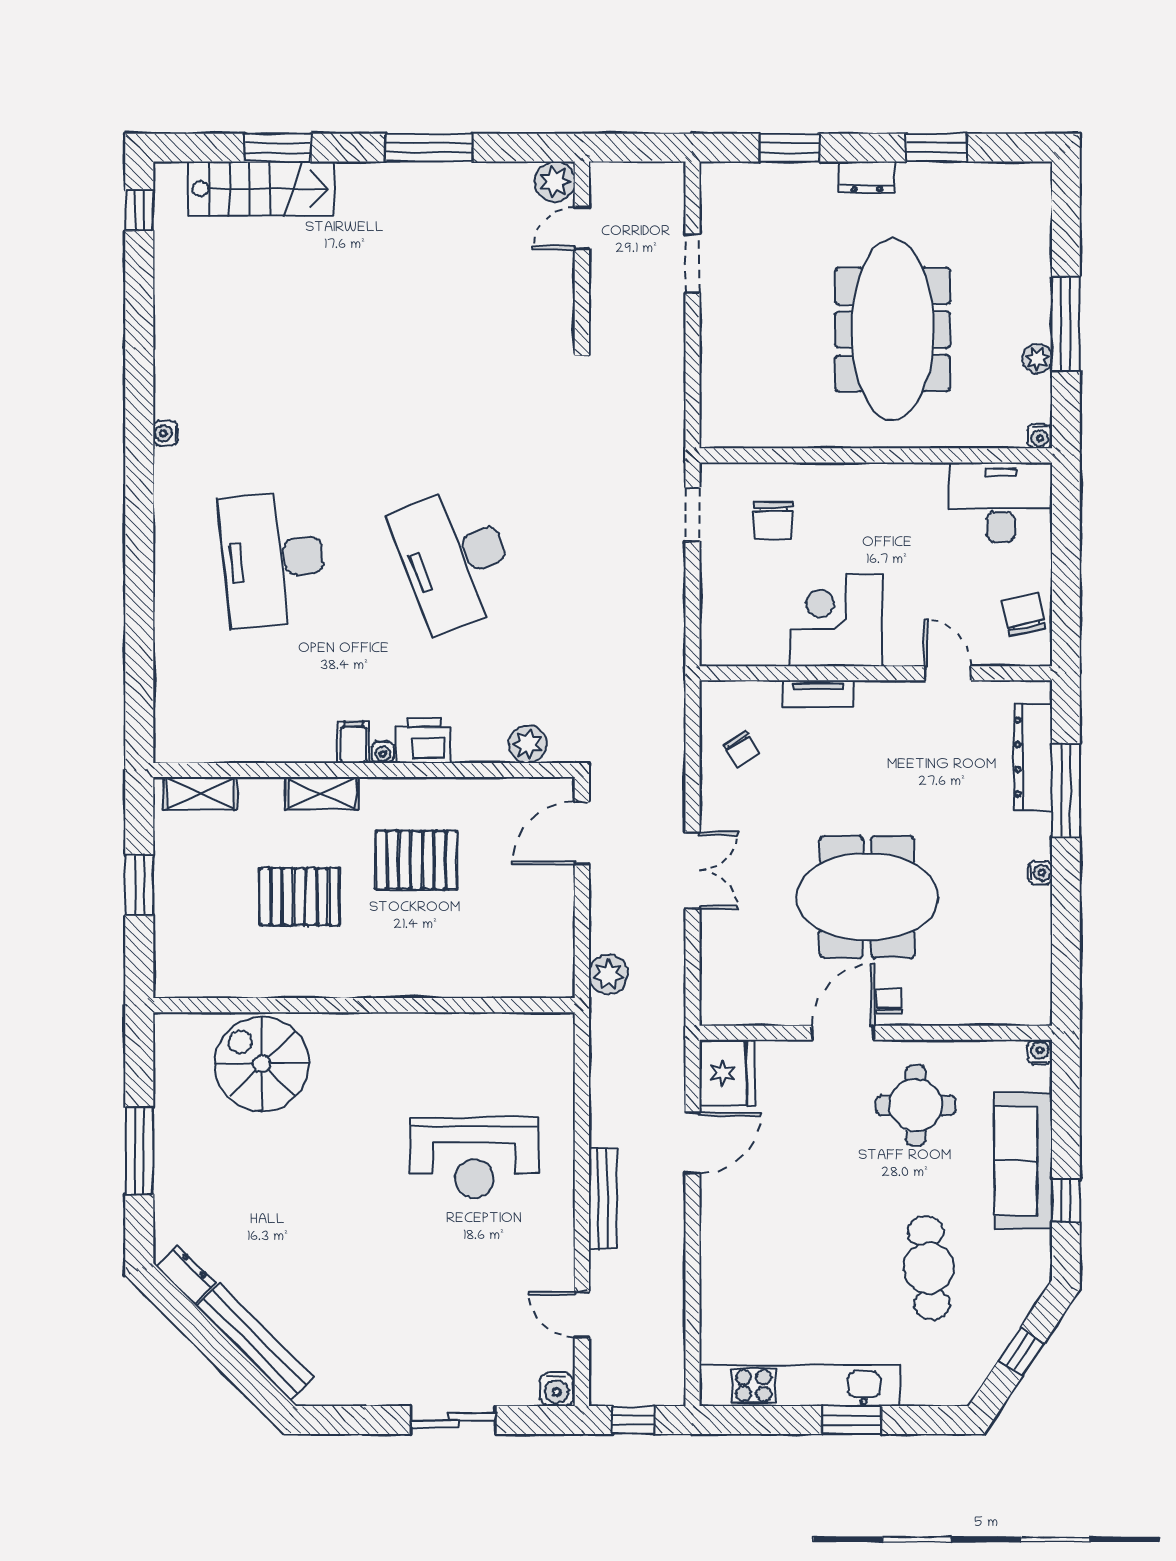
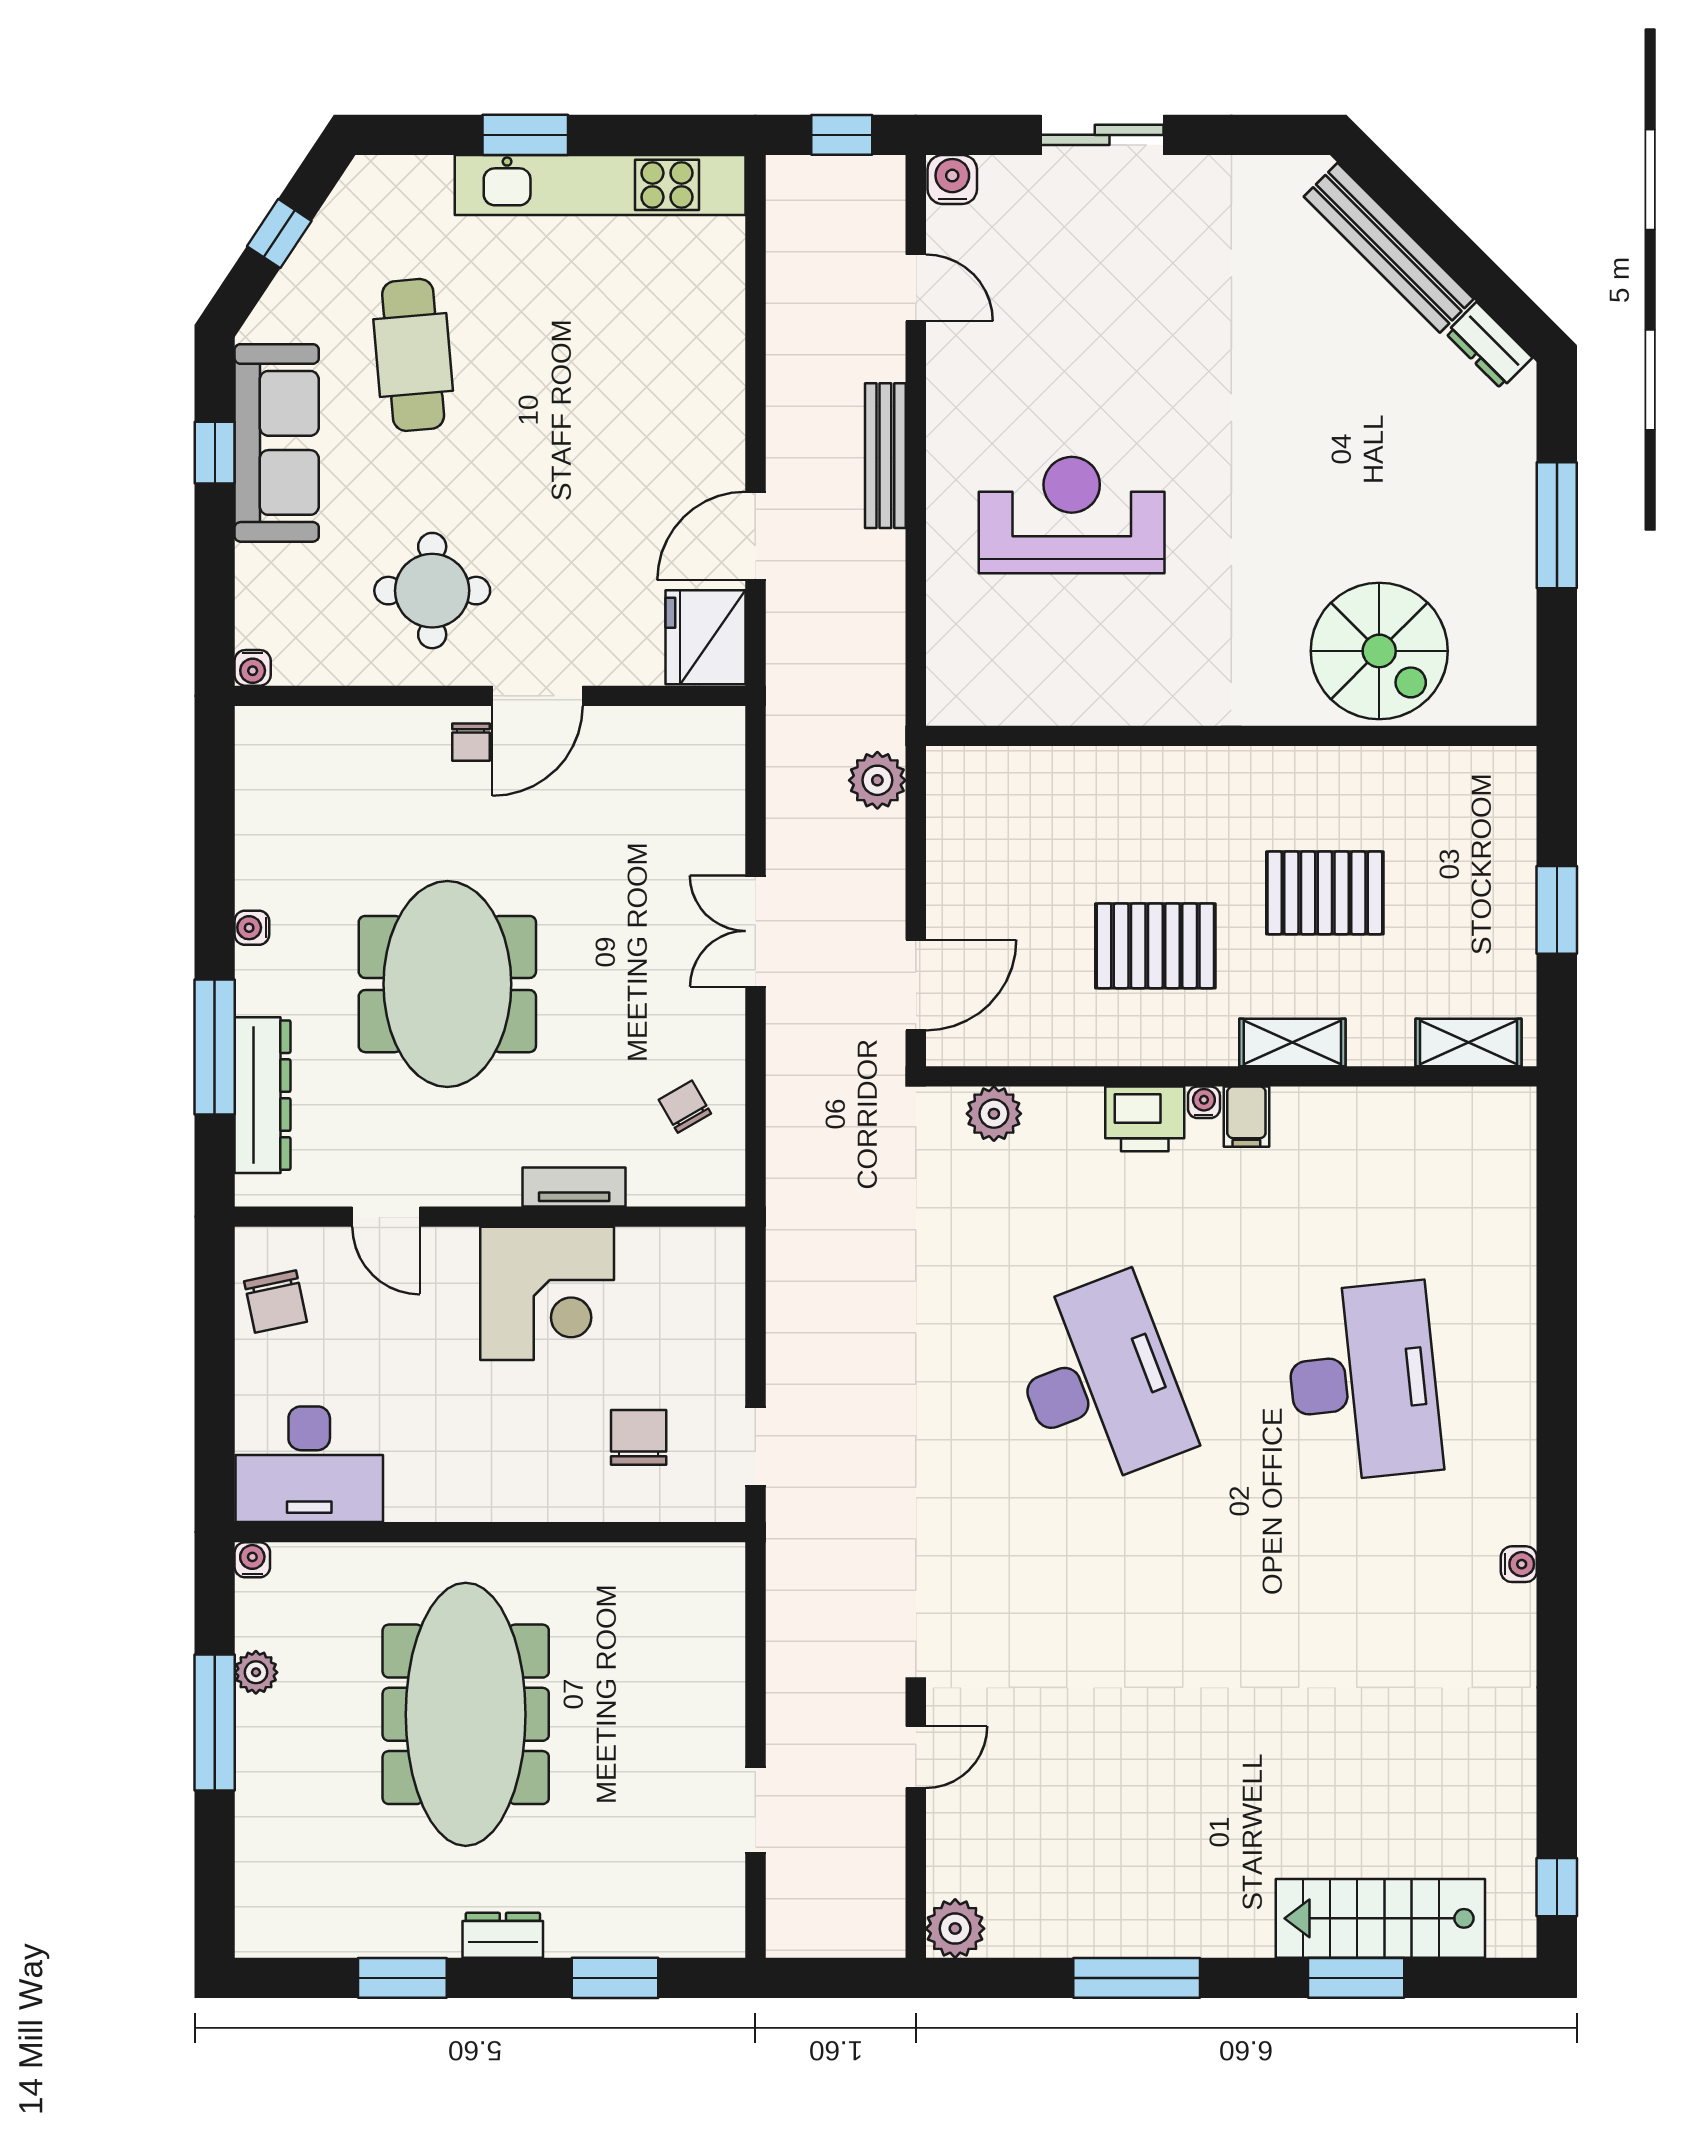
door: (582, 228) -> (916, 1757), moved
meeting table: (867, 897) -> (447, 984), moved, turned 90
sofa: (1023, 1161) -> (277, 443), moved

